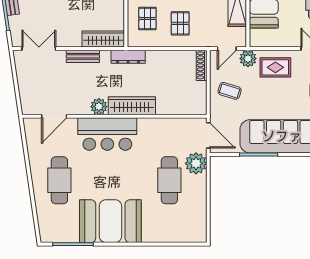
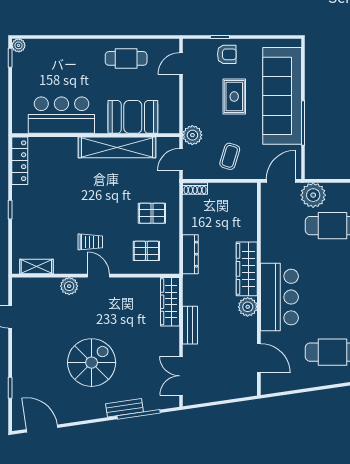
door: (227, 49) -> (181, 160), swing flipped
dresser: (128, 57) -> (190, 254), moved
shoe rack: (202, 65) -> (195, 189), width x0.70
rug: (275, 67) -> (234, 97), moved

